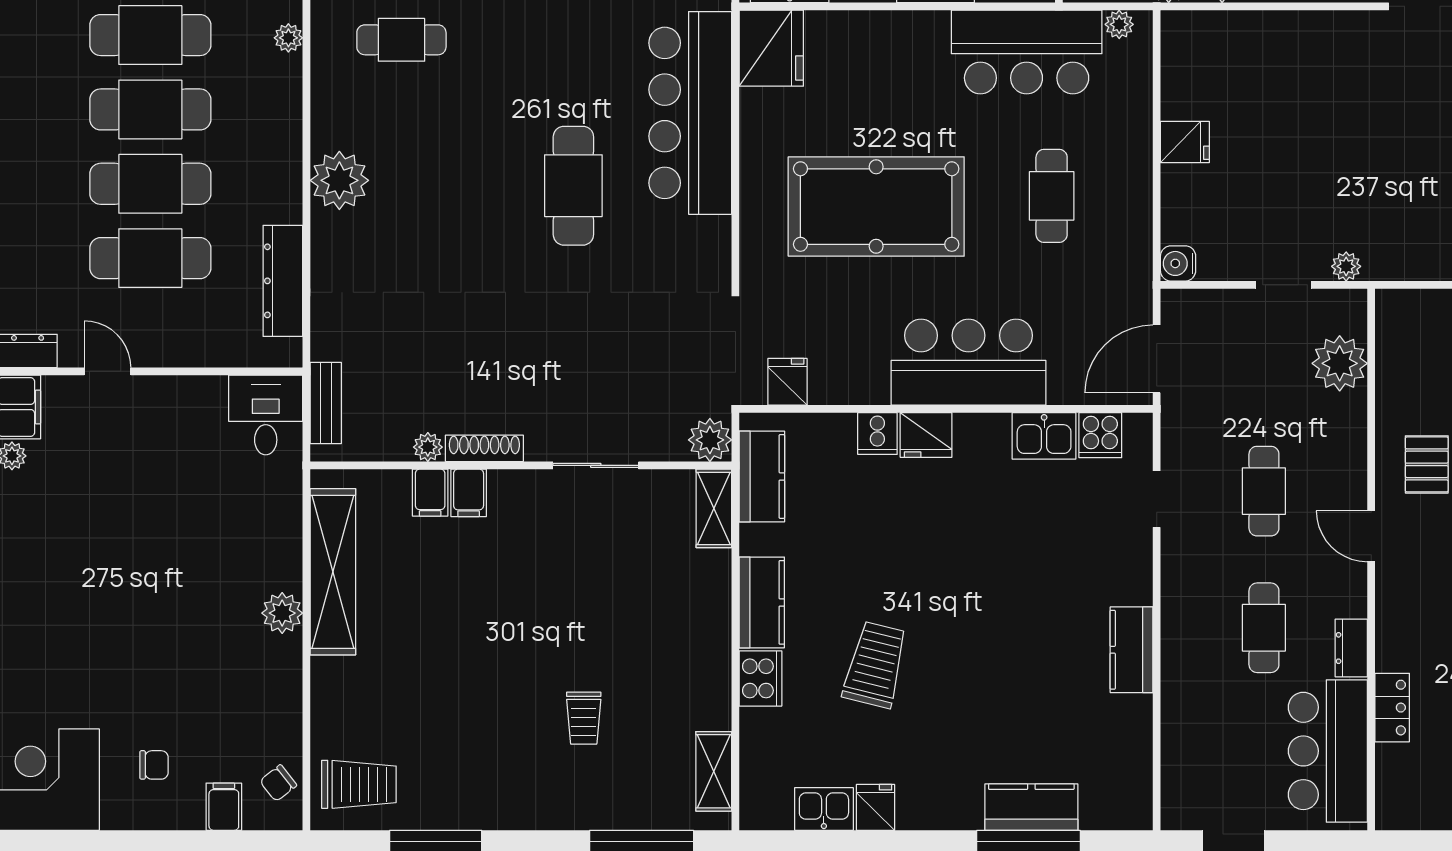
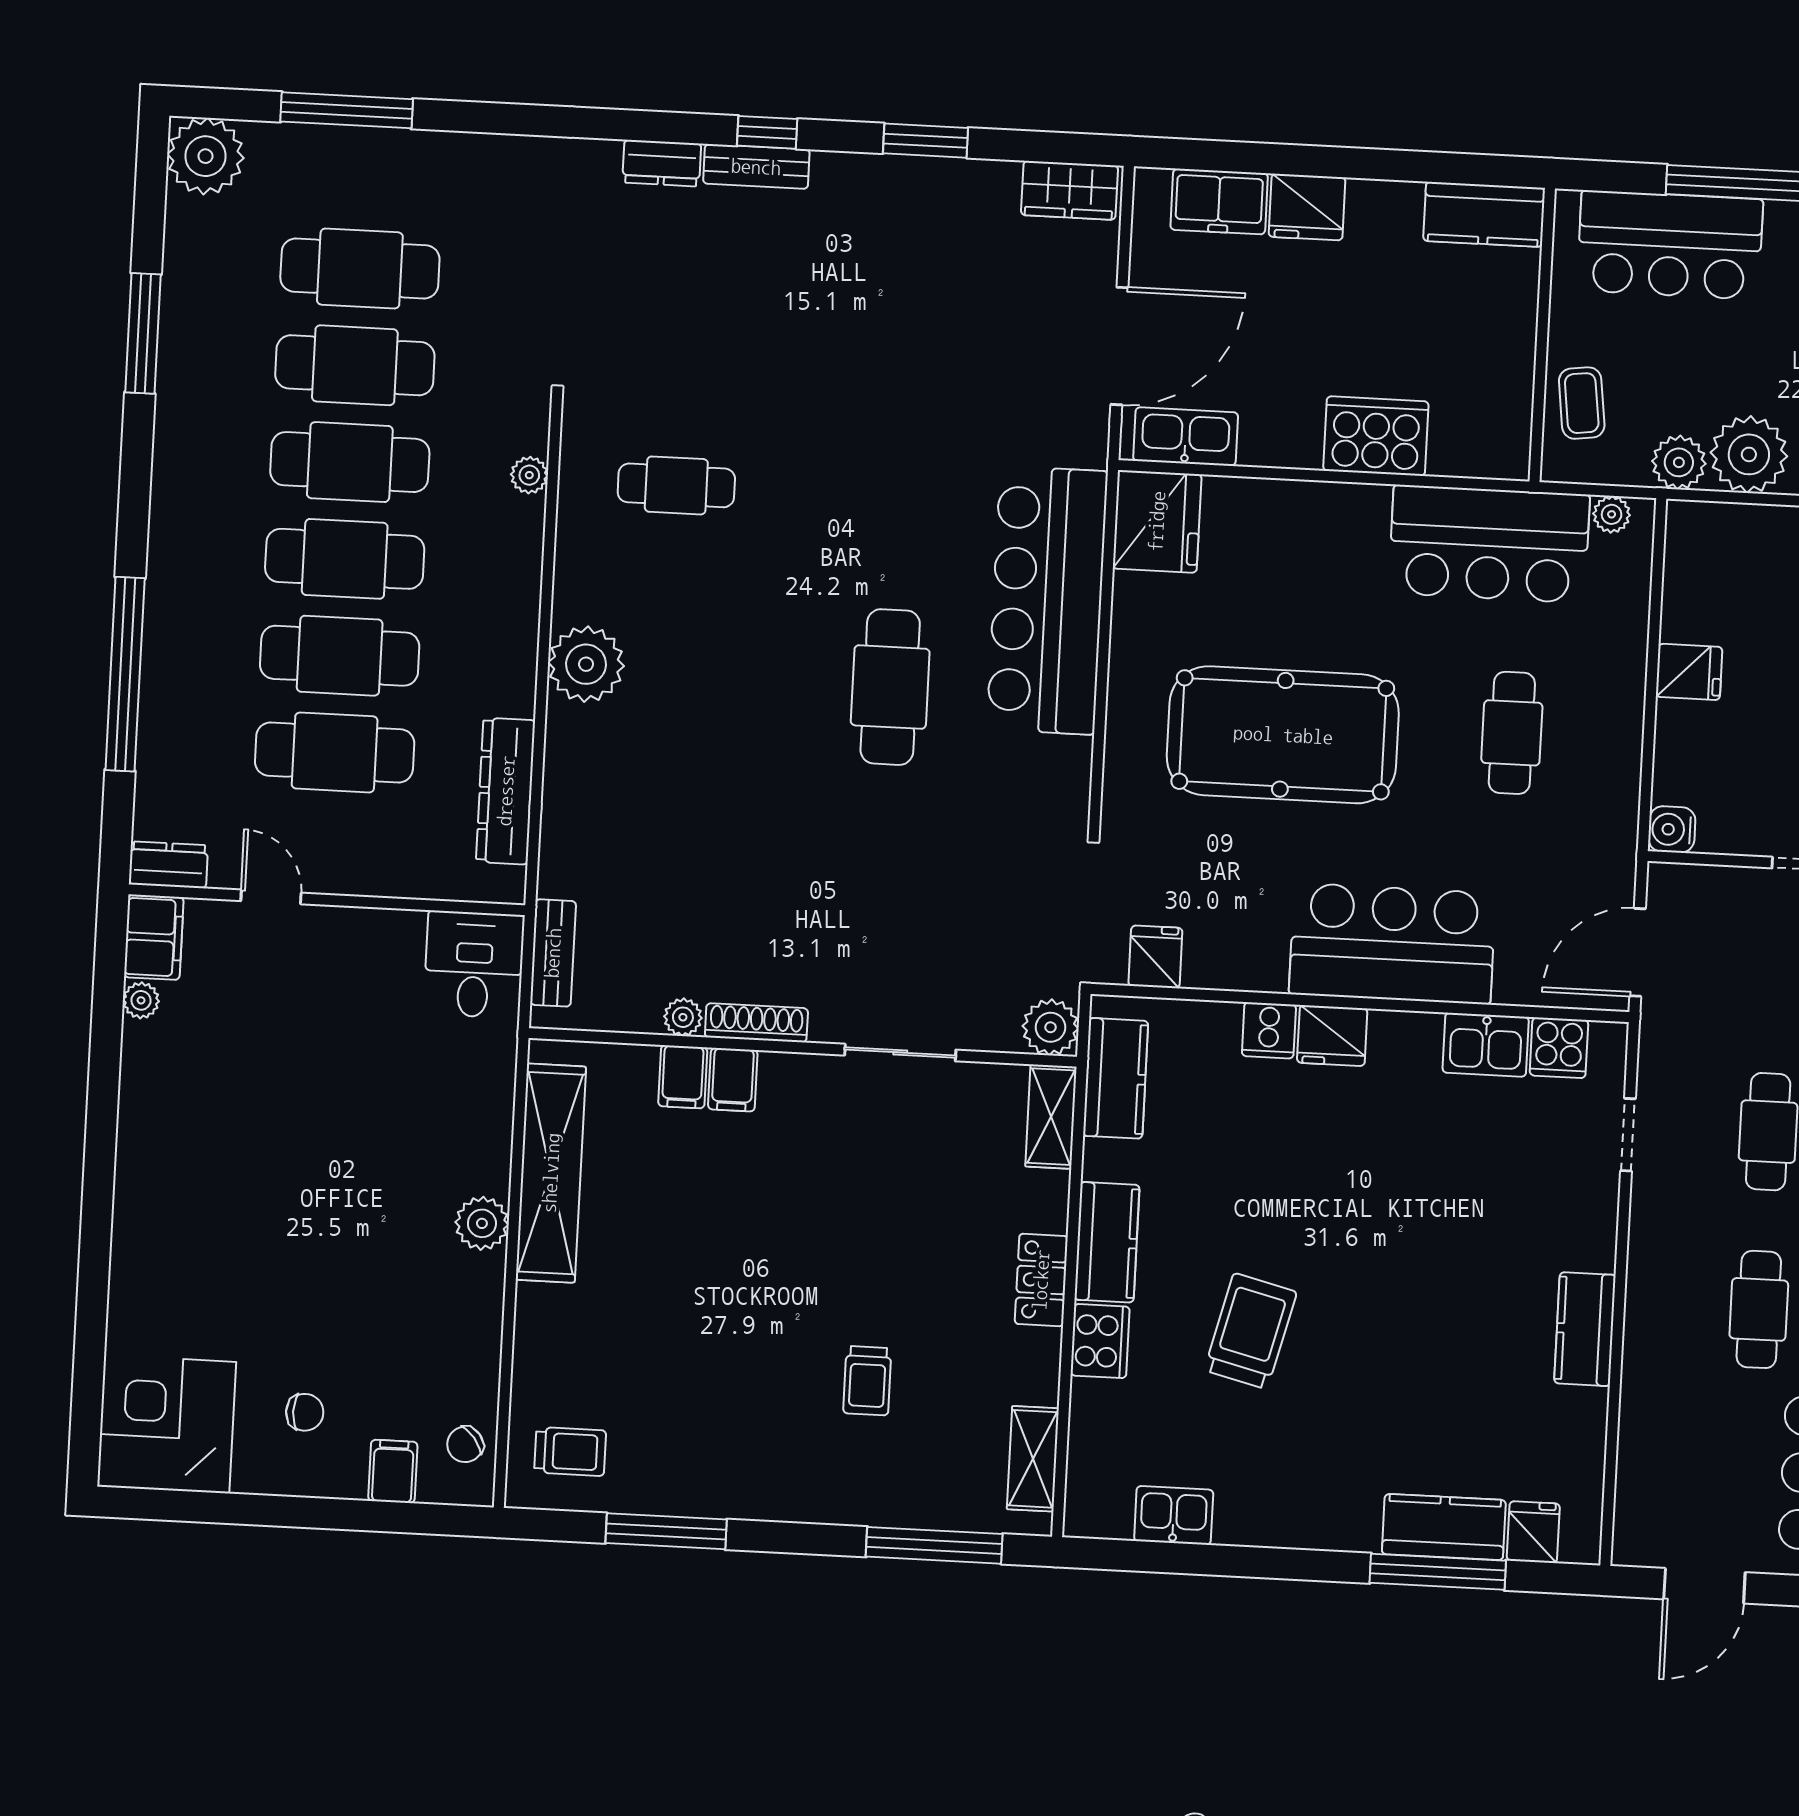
locker: (713, 634) -> (1041, 1280), added
trolley: (359, 784) -> (570, 1452), width x0.73, depth x0.72
fridge: (876, 807) -> (1533, 1532), moved

